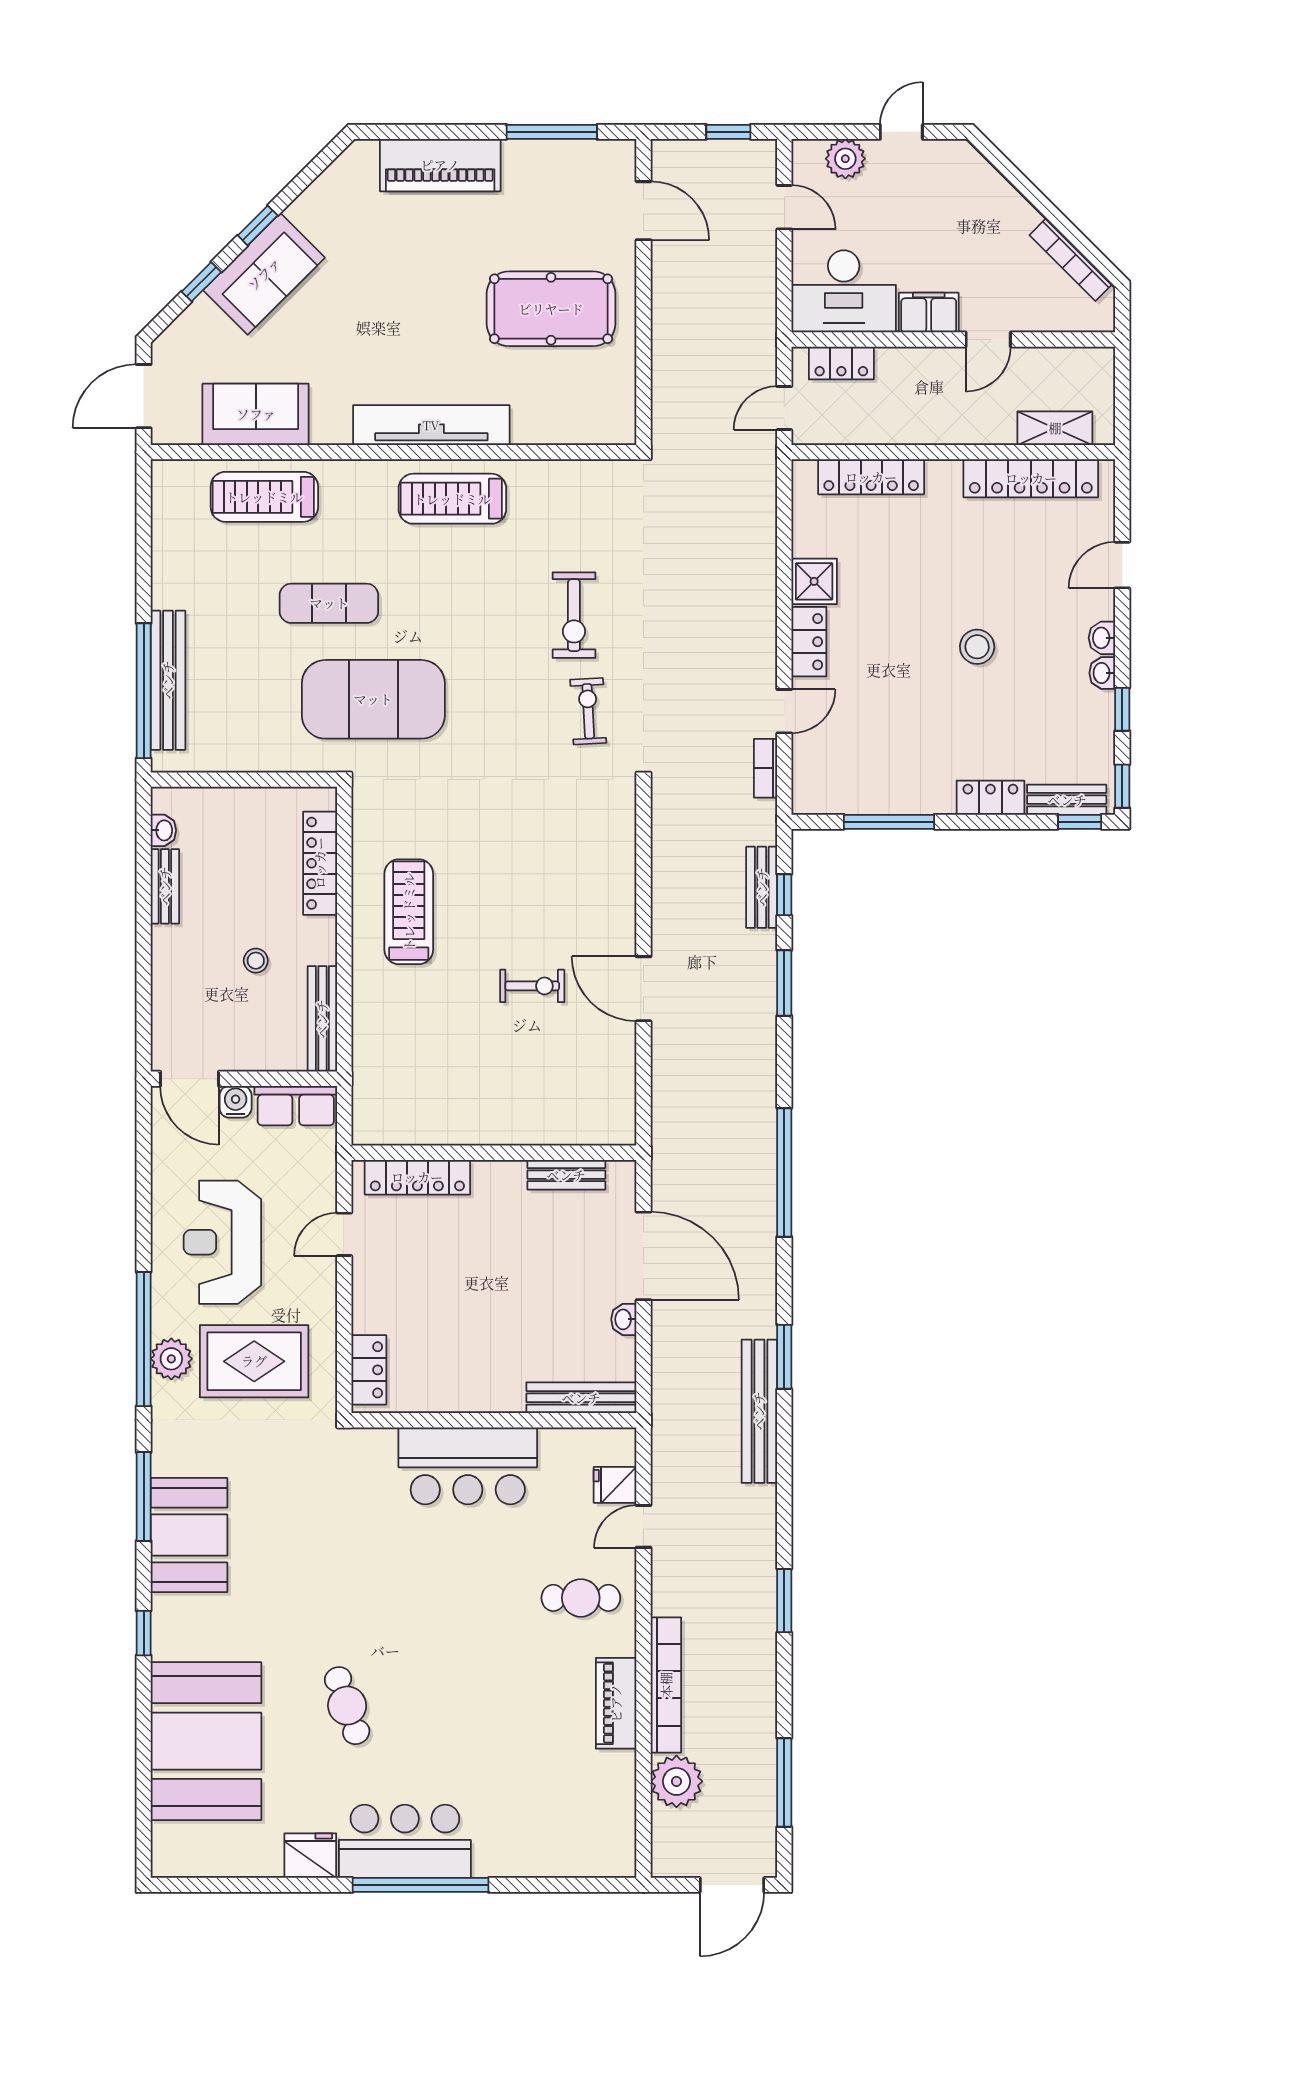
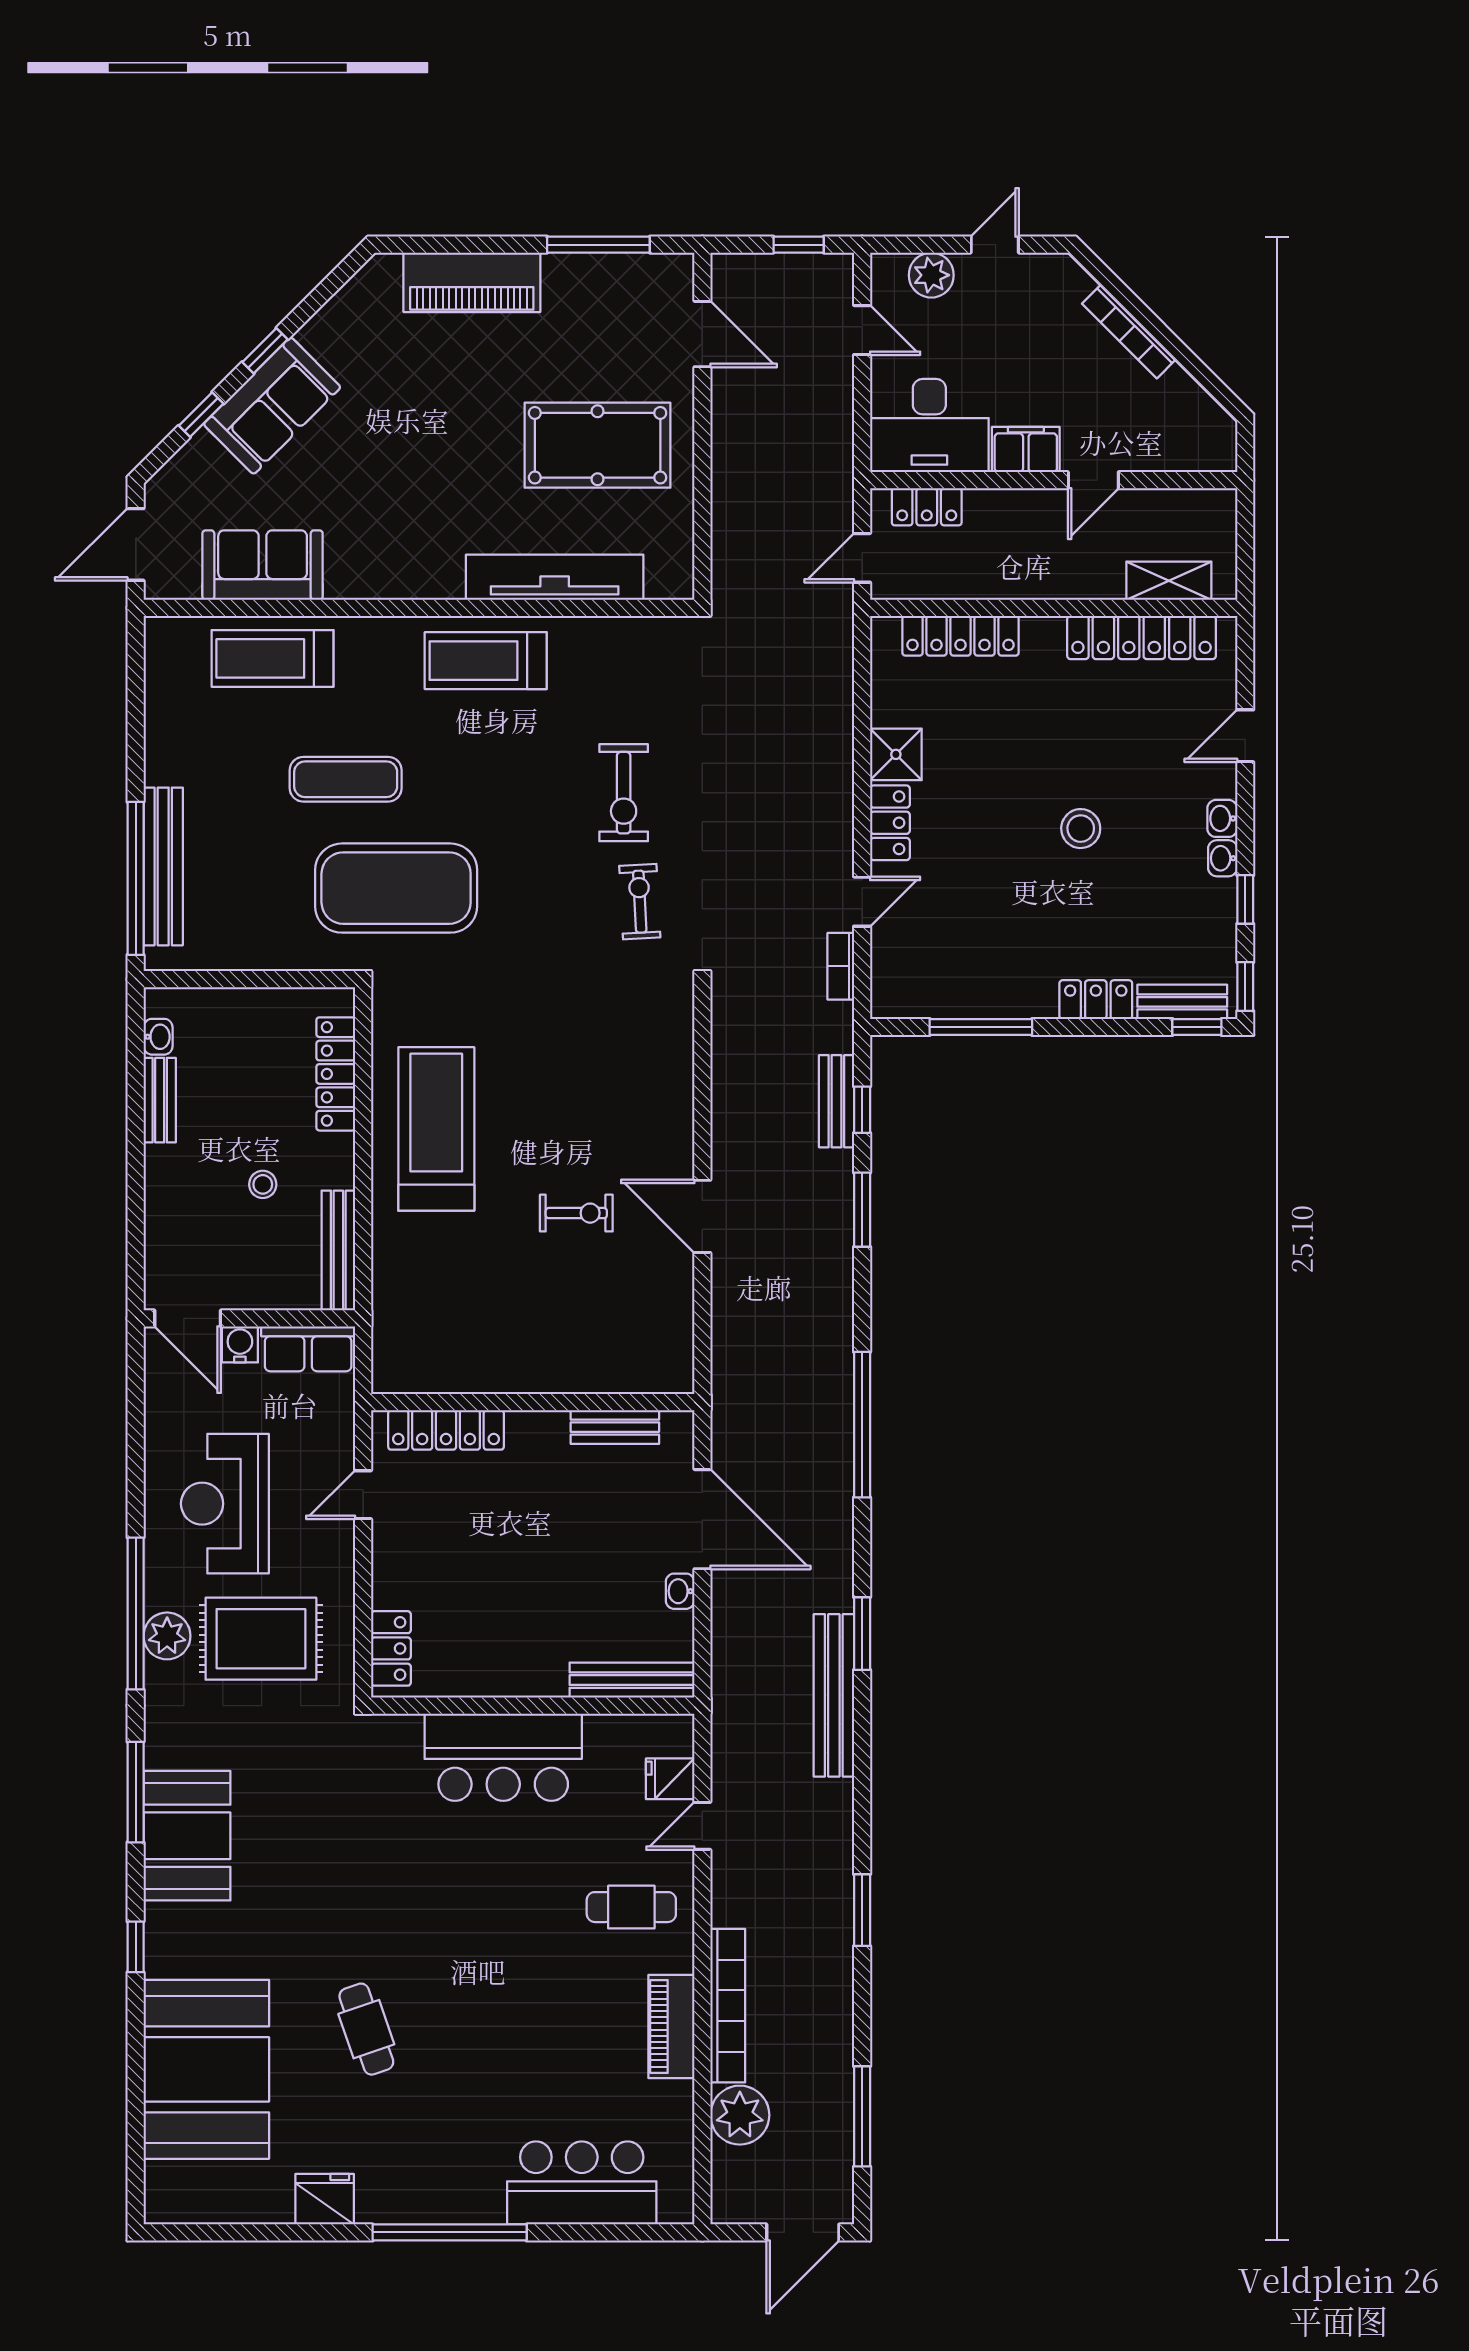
bookcase: (1071, 260) -> (1129, 332), moved
tv unit: (431, 425) -> (555, 577), moved
treadmill: (409, 912) -> (436, 1129), width x1.37, depth x1.38
bar counter: (405, 1841) -> (582, 2183), moved

